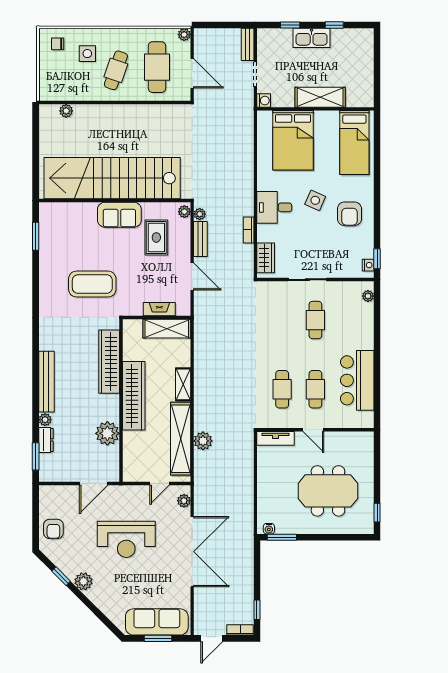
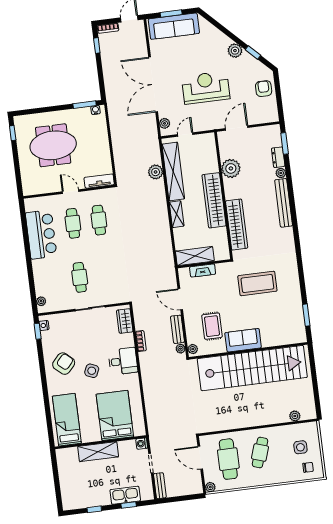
kitchen sink: (312, 38) -> (125, 495), moved
side table: (87, 54) -> (300, 447), moved
armchair: (349, 214) -> (64, 364), turned 42

